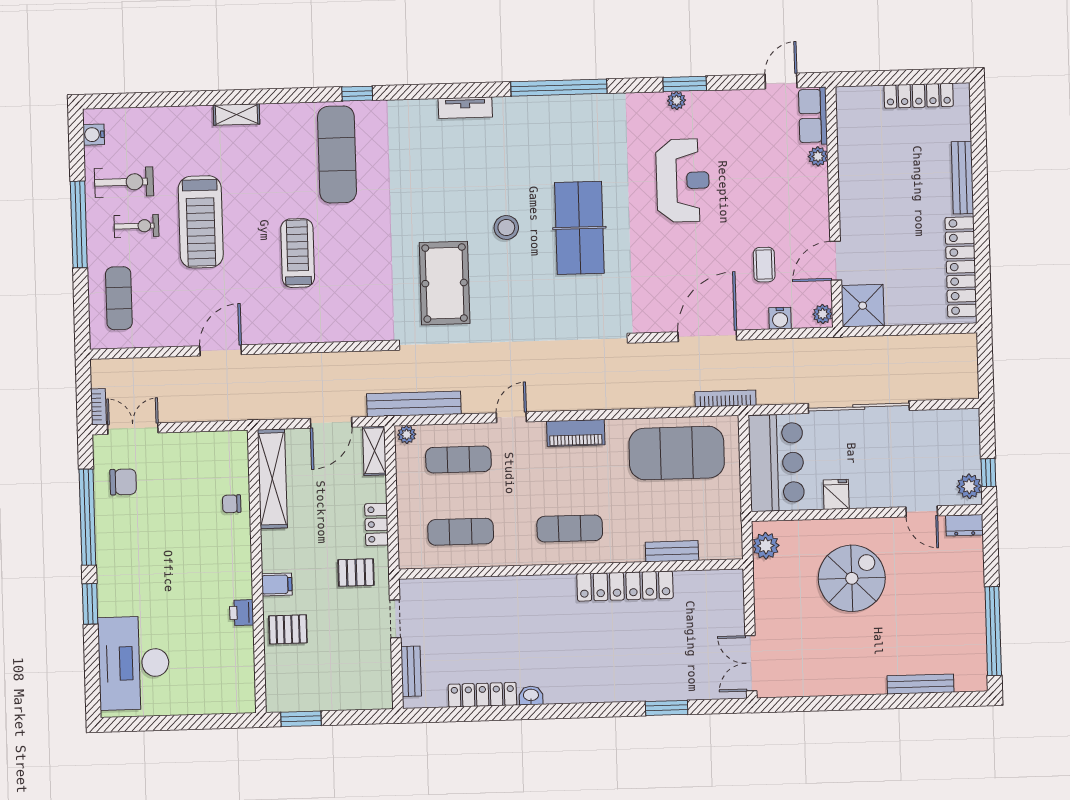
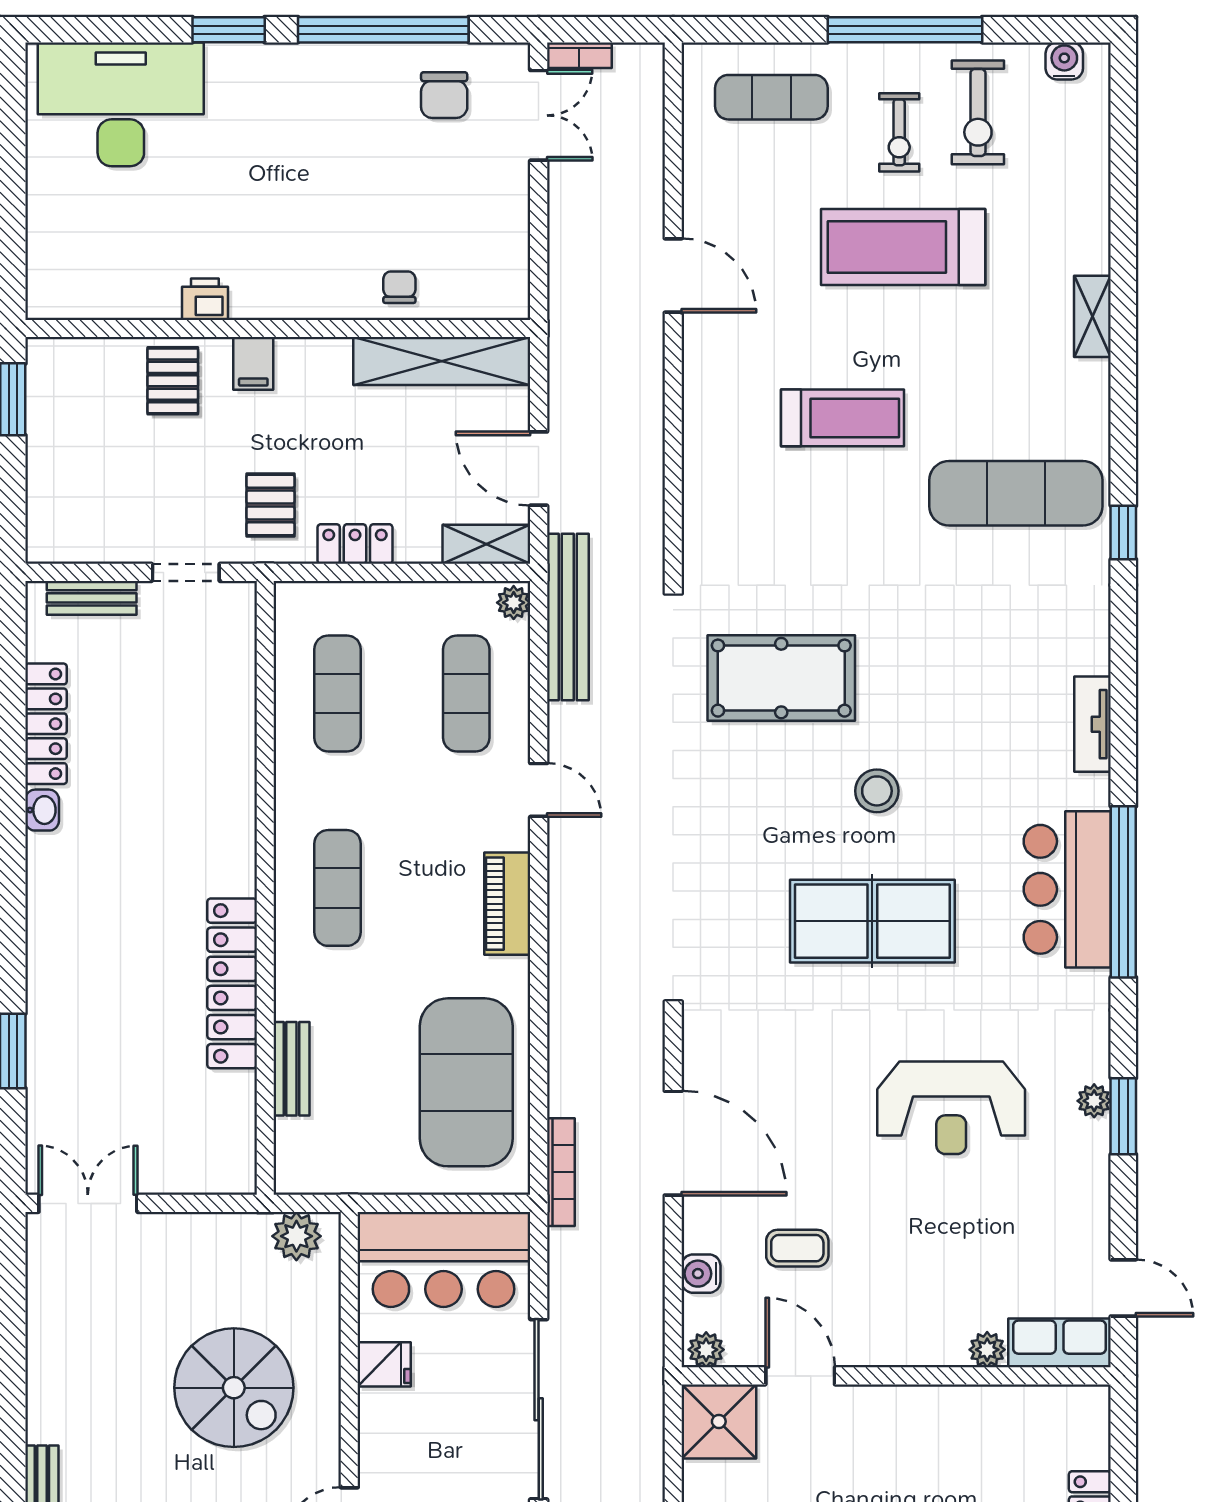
bar counter: (558, 119) -> (1067, 889), added

